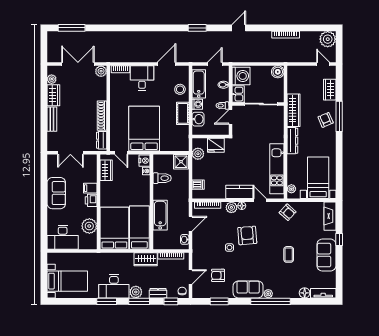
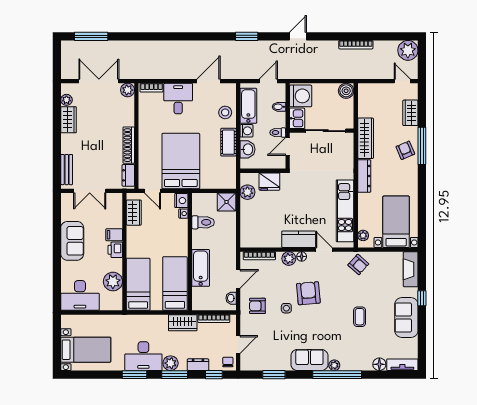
bench: (52, 119) -> (67, 170), moved
dishwasher: (198, 185) -> (248, 230), removed
bed: (114, 228) -> (138, 284), width x0.67
armchair: (218, 275) -> (257, 306), moved

